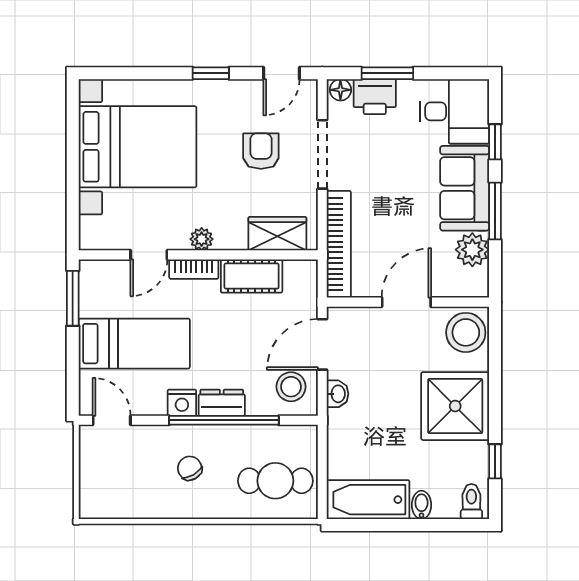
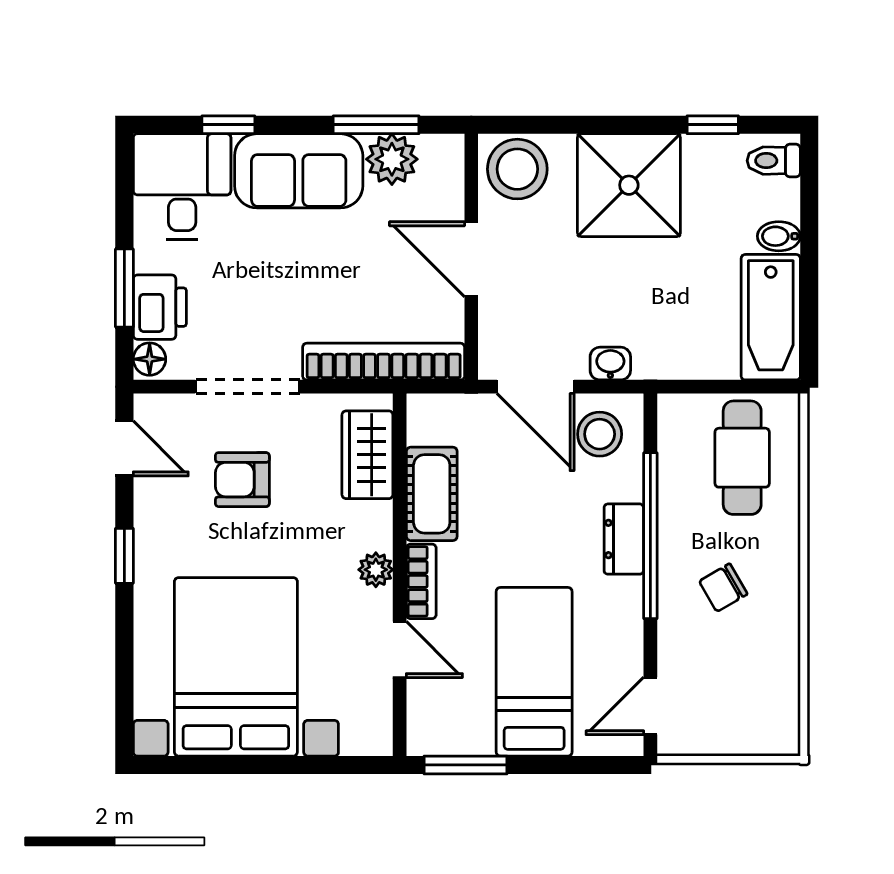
window: (495, 211) -> (376, 125), moved
nightstand: (182, 403) -> (624, 599), removed

